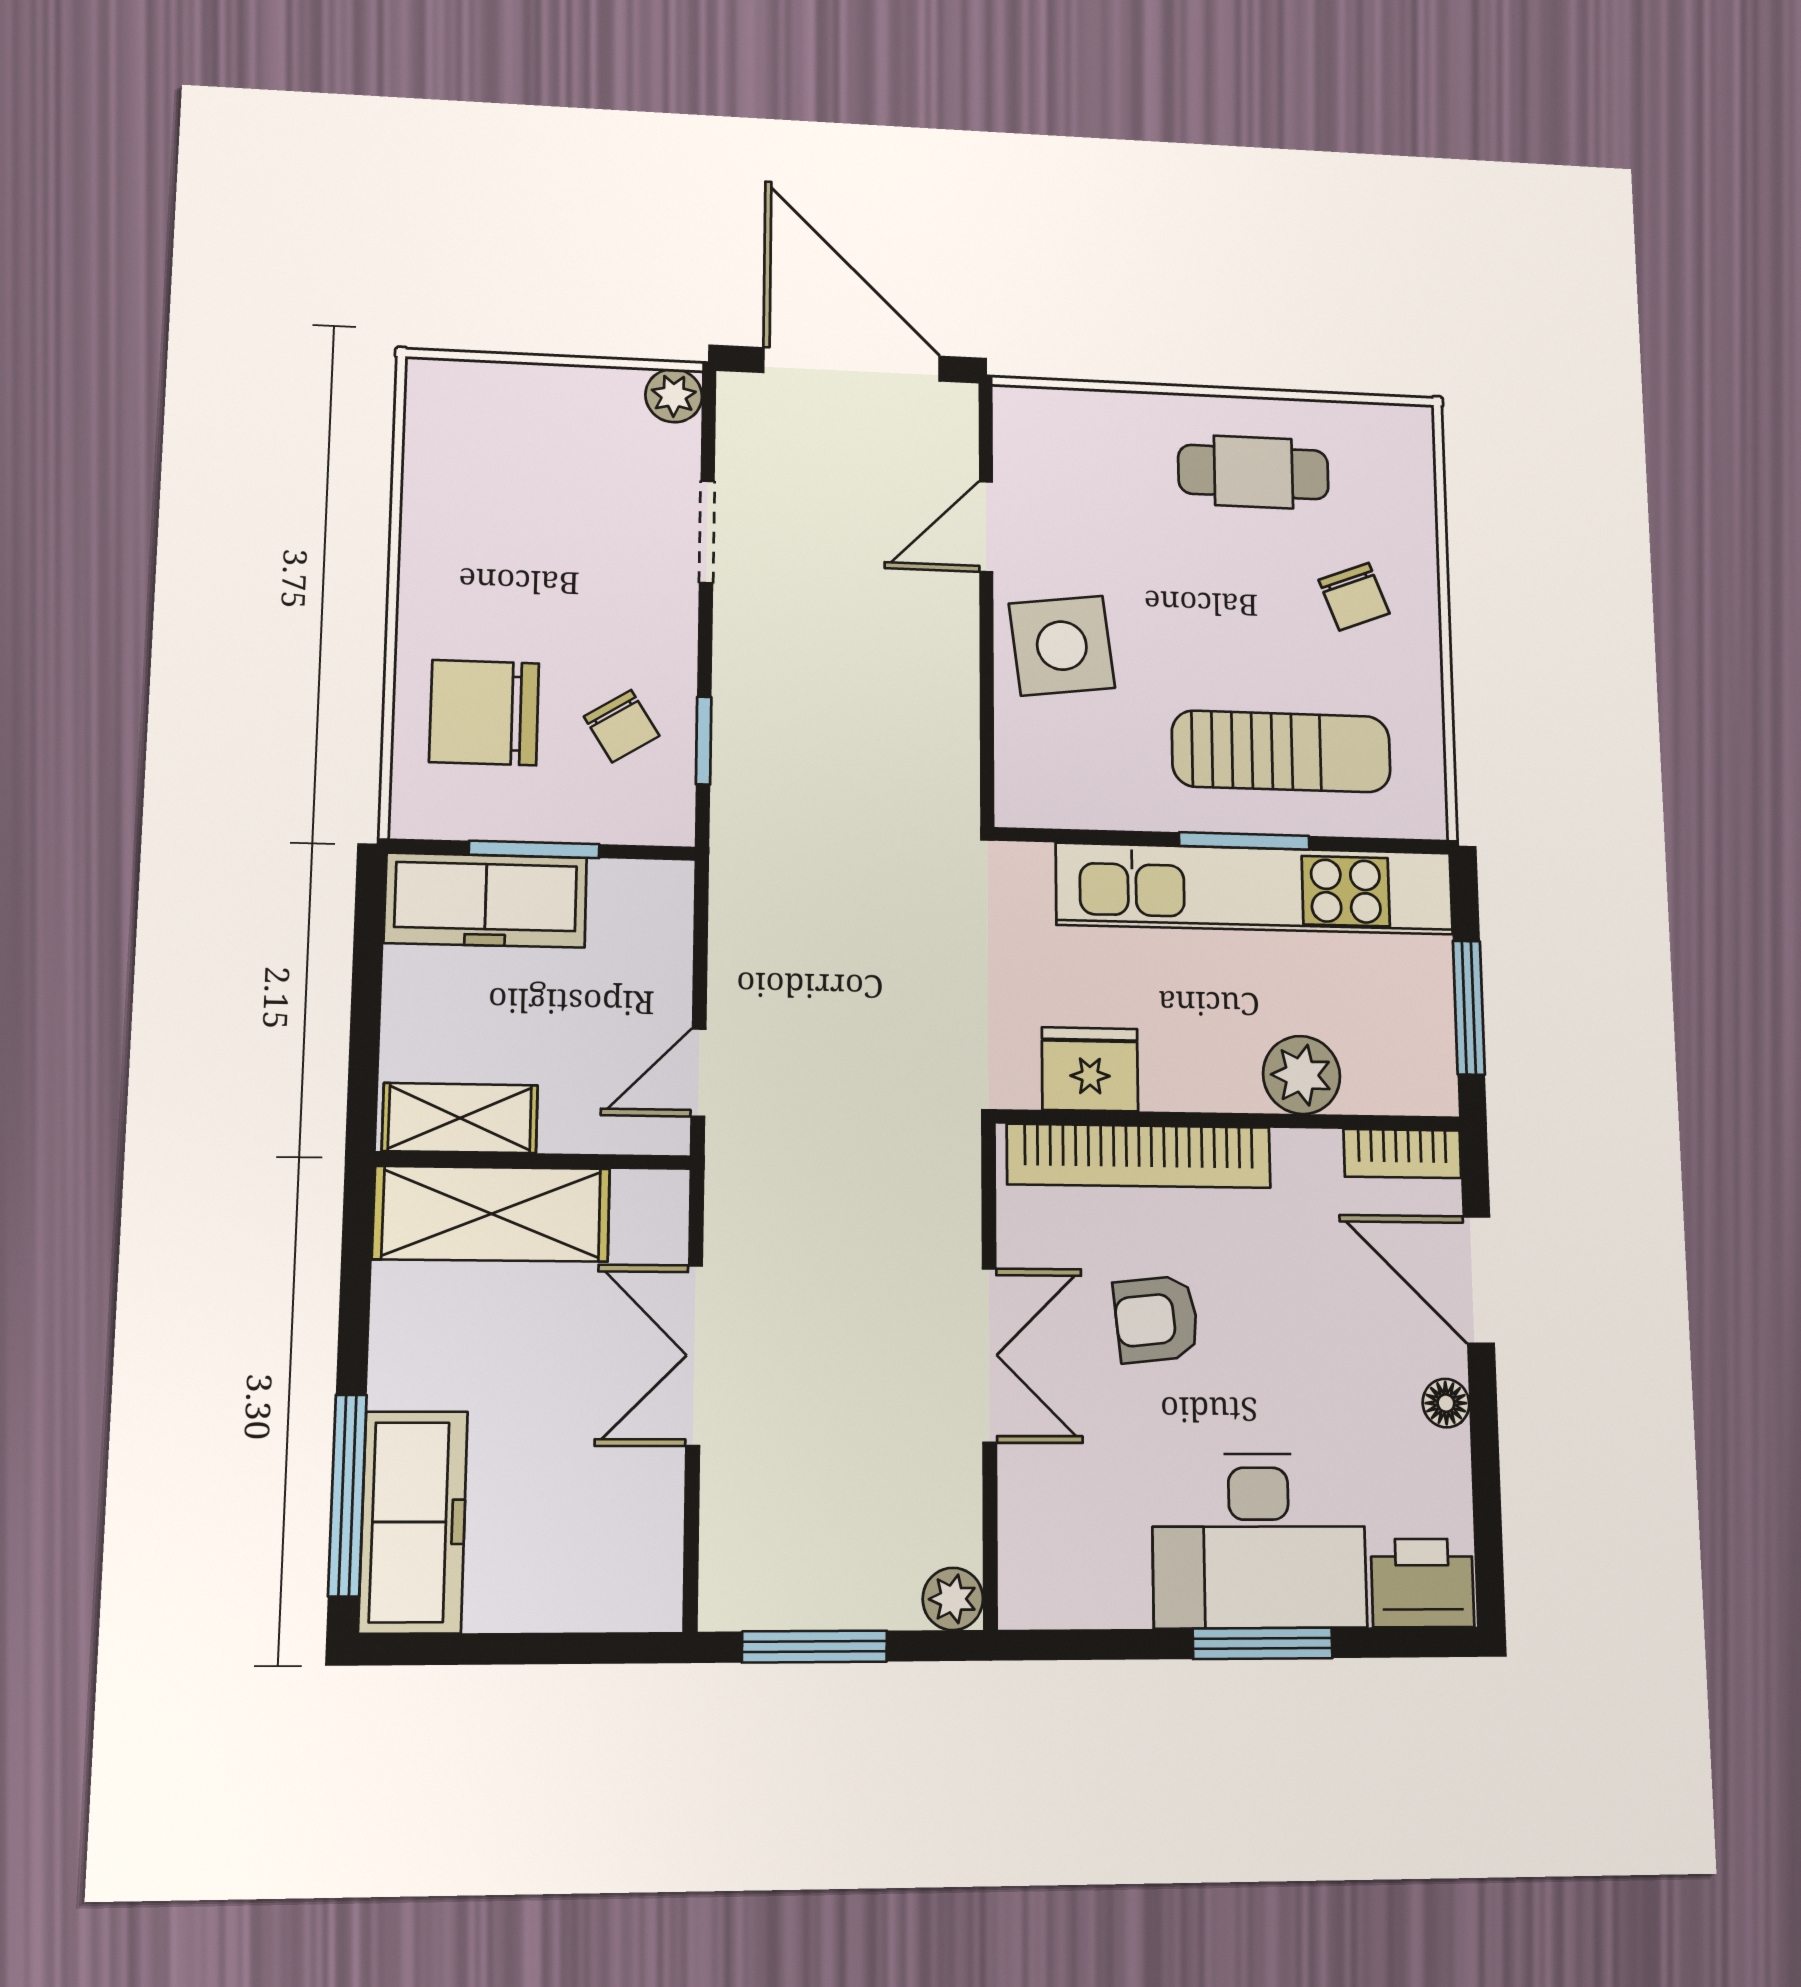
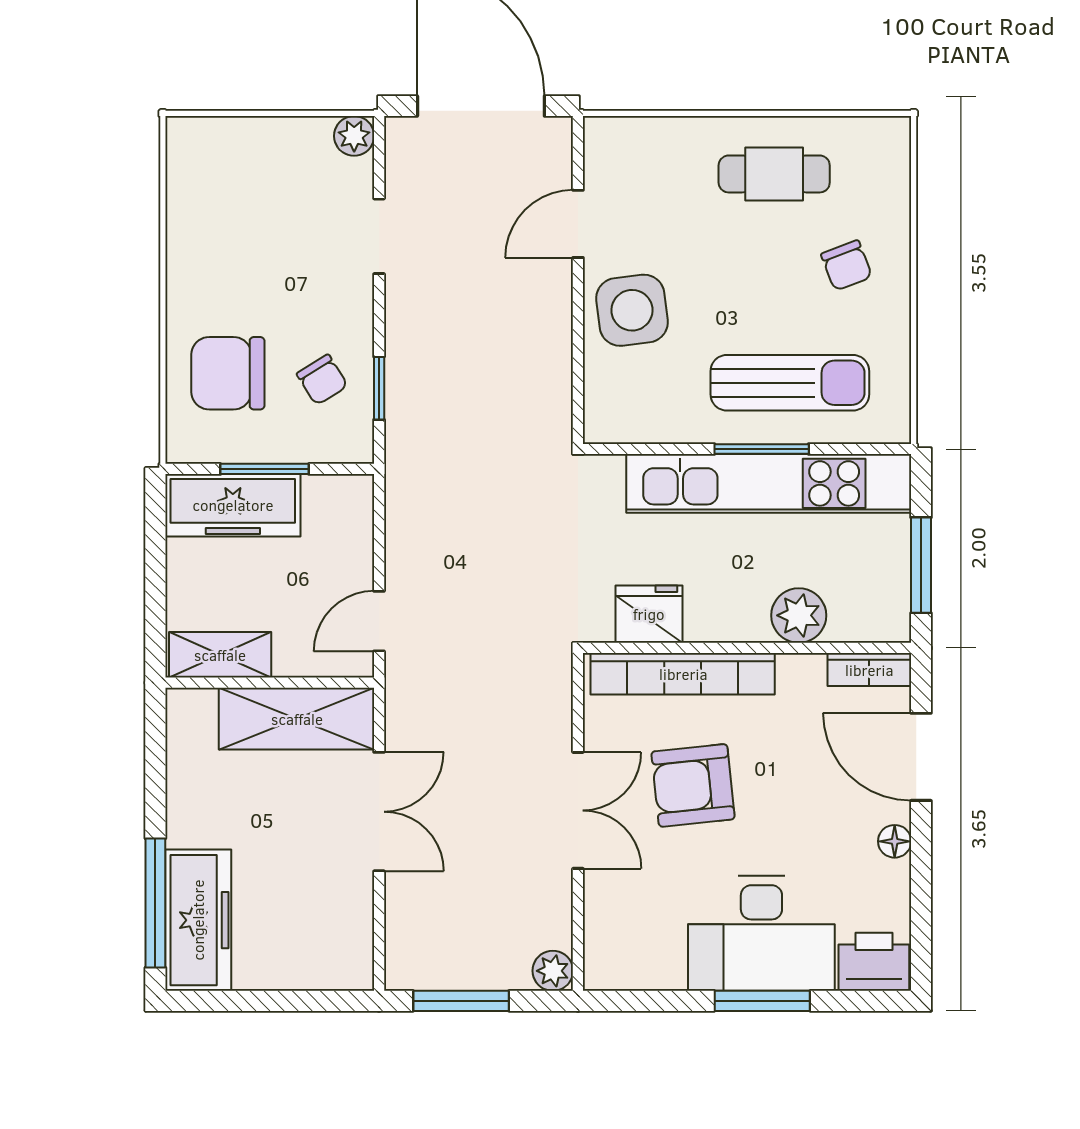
shelving: (492, 1214) -> (297, 719), moved
armchair: (1156, 1319) -> (693, 785), width x1.38, depth x1.38
double door: (694, 1355) -> (379, 812), swing flipped

